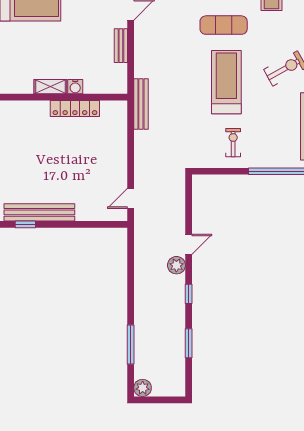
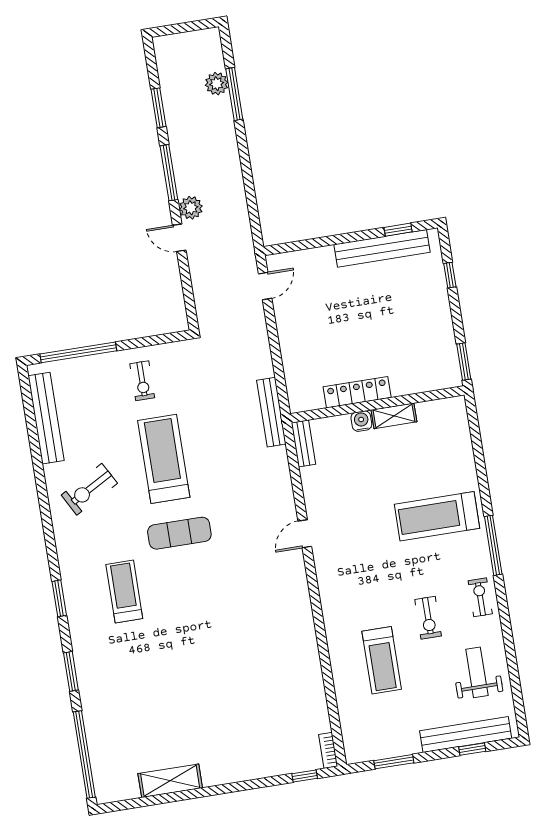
bench: (121, 46) -> (303, 443), moved
treadmill: (226, 82) -> (164, 459), turned 180
door: (189, 244) -> (179, 238), hinge flipped
window: (189, 294) -> (169, 173), width x2.17
plant: (143, 388) -> (217, 84), moved

